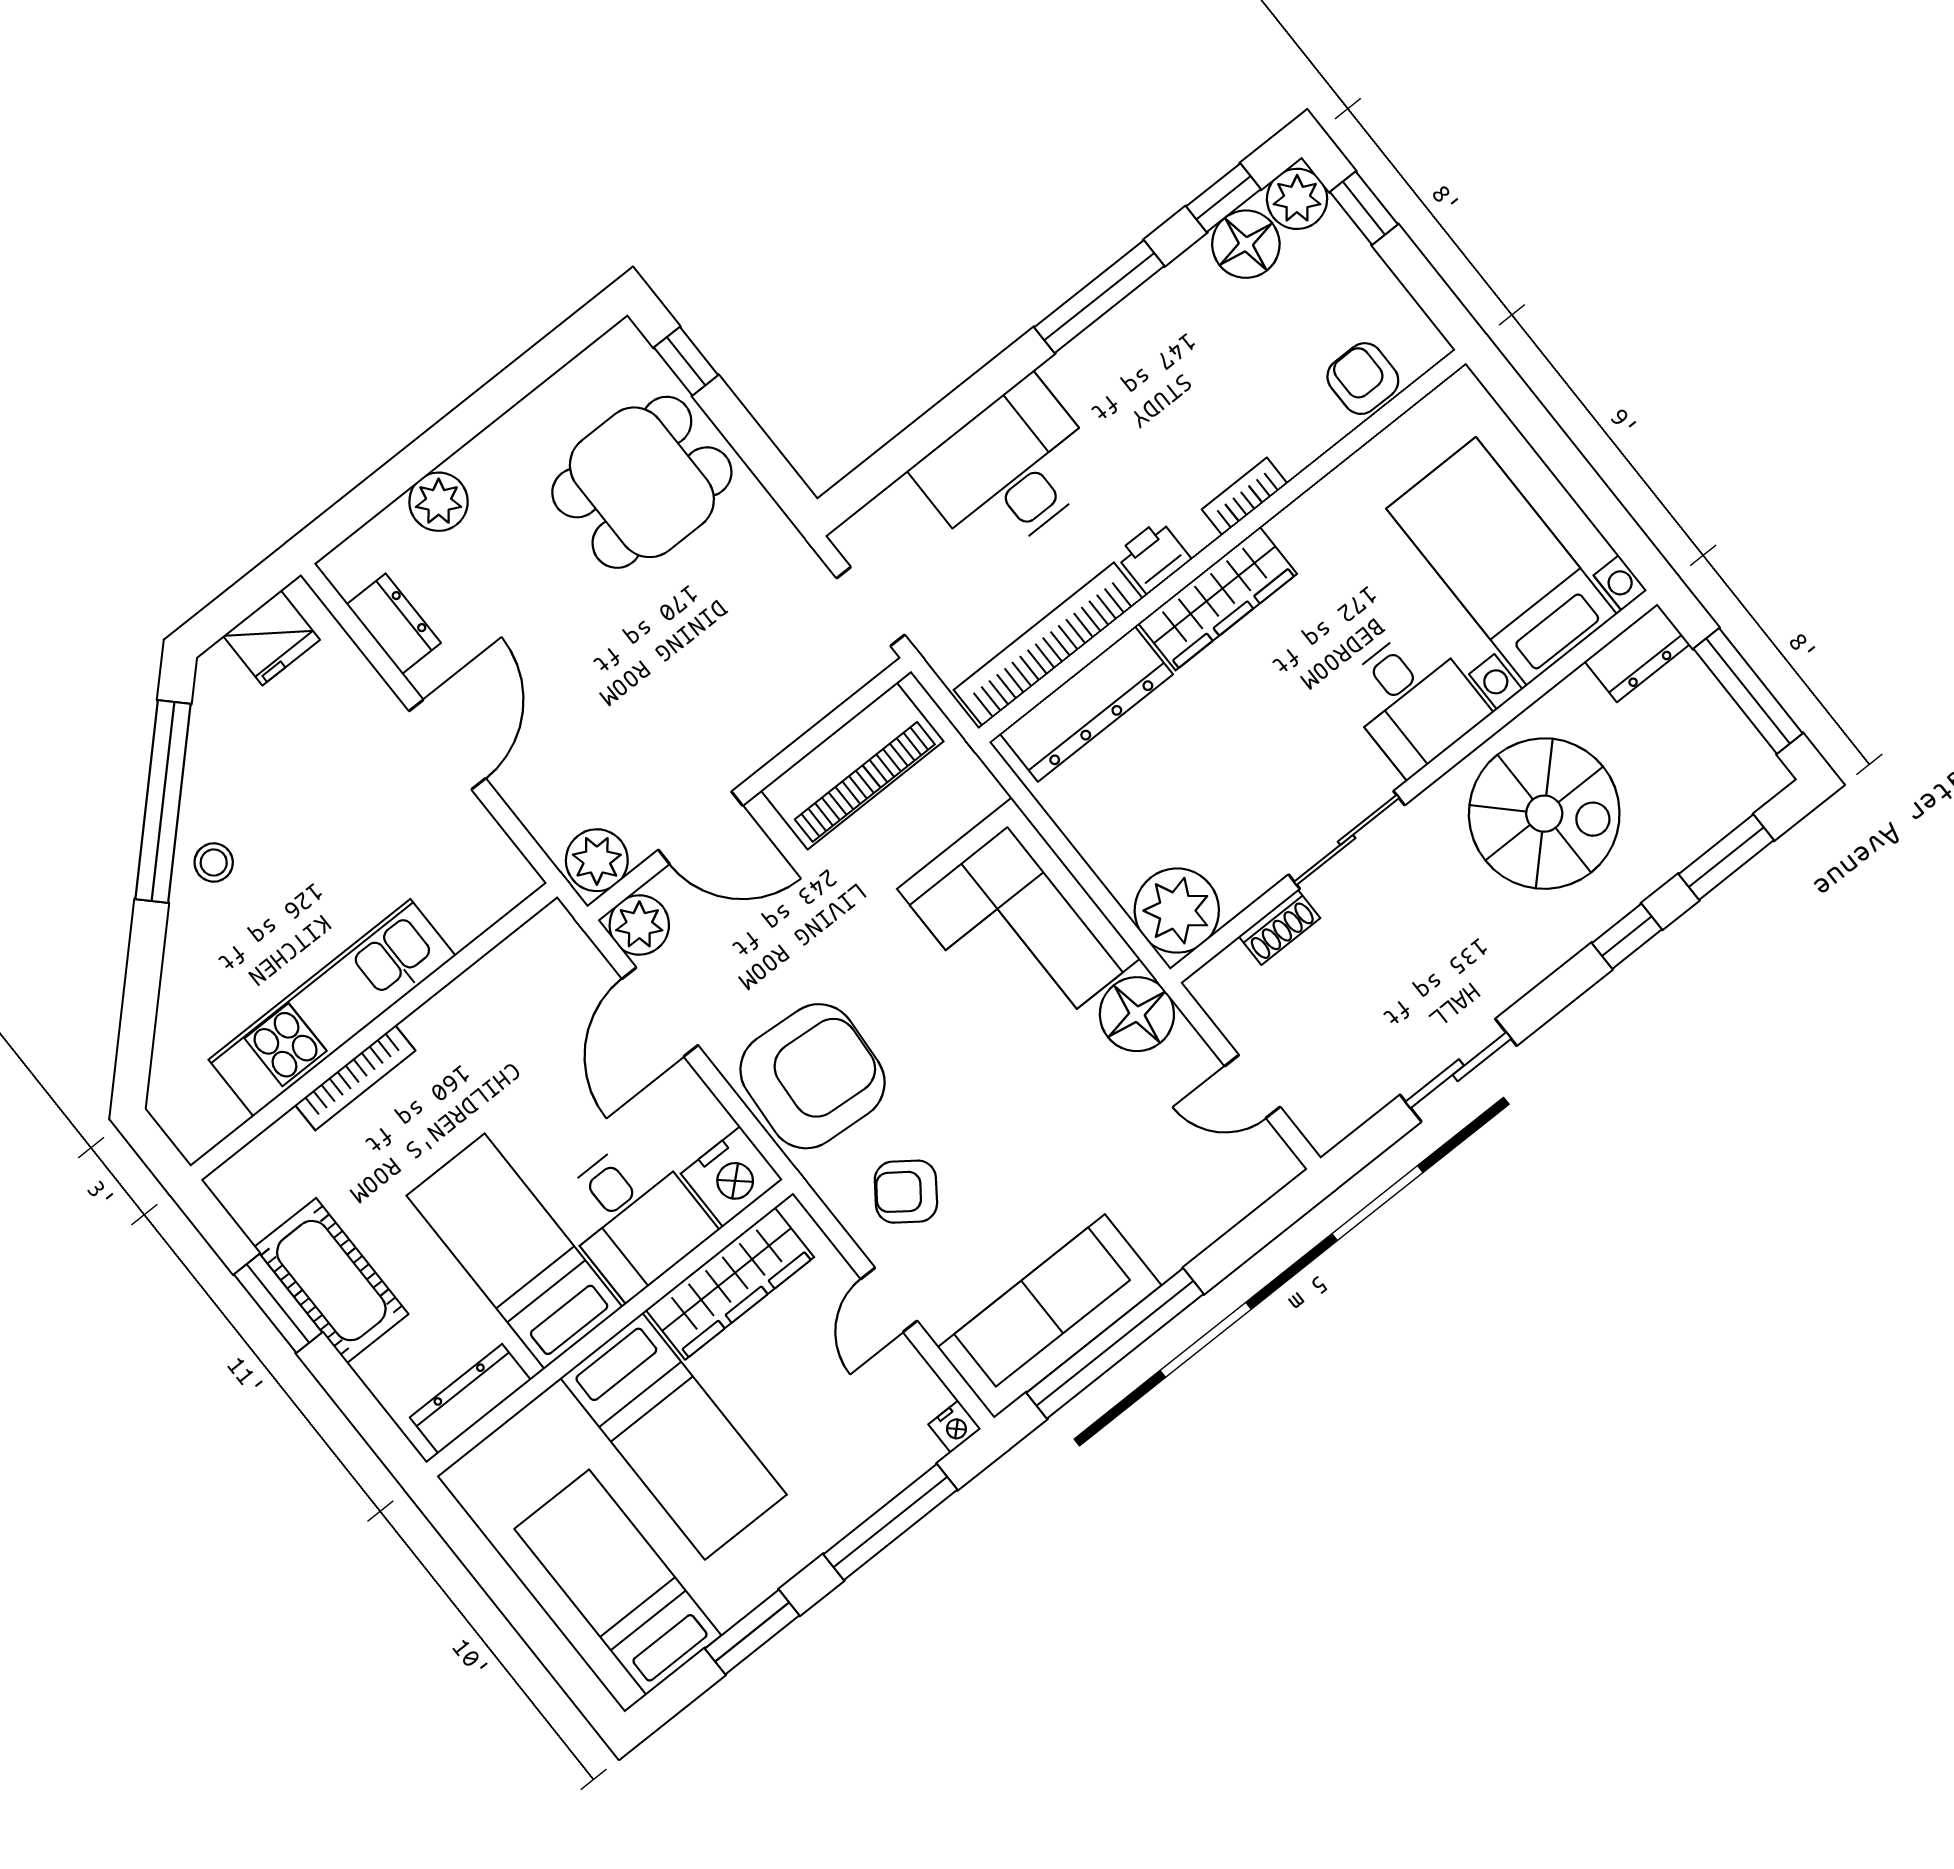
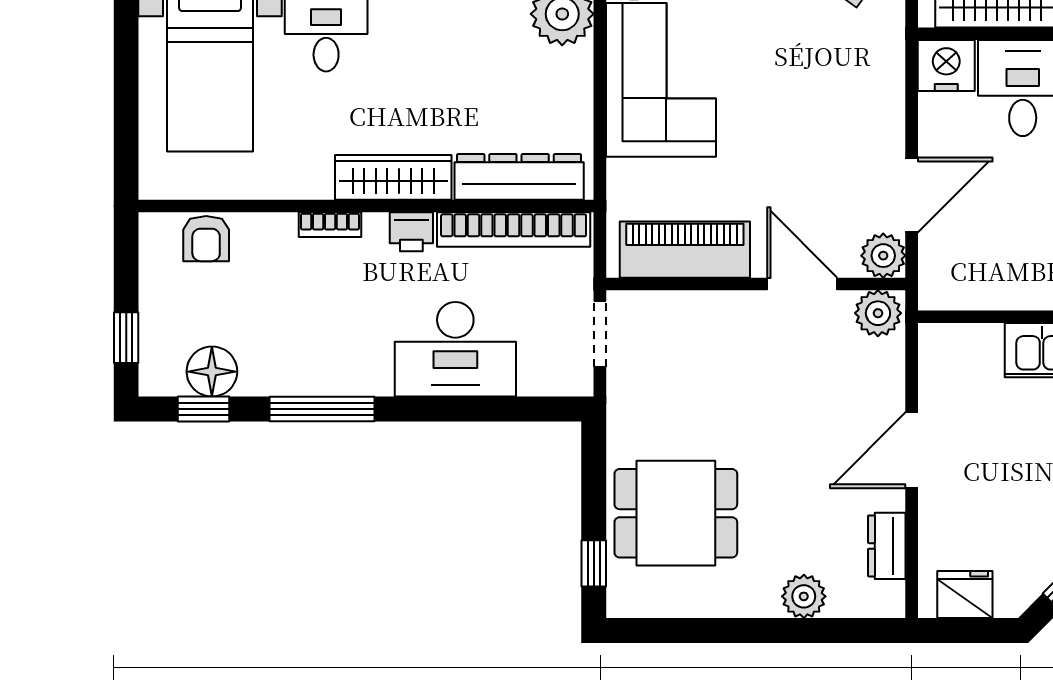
plant: (1297, 199) -> (161, 374), removed
armchair: (813, 1076) -> (852, 87), removed

